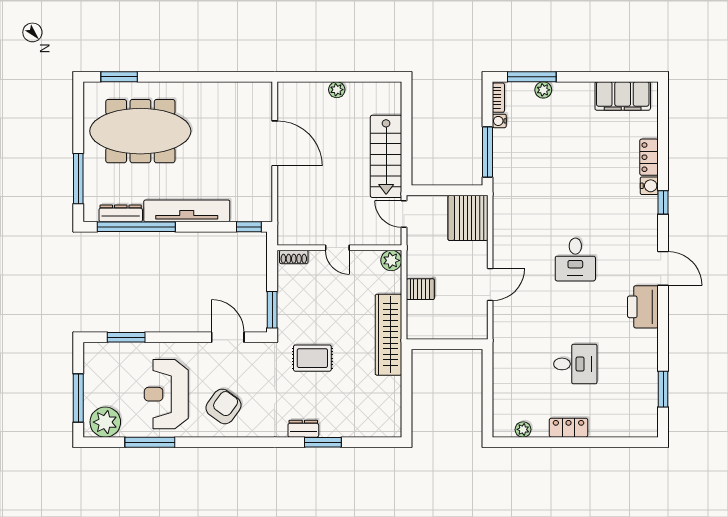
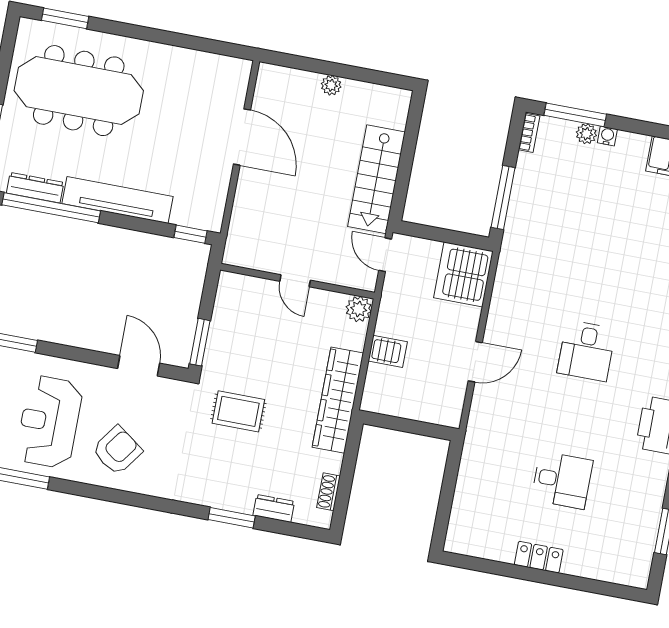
water cooler: (499, 121) -> (607, 136), moved, turned 90
shoe rack: (294, 257) -> (329, 492), moved, turned 90
dresser: (303, 429) -> (274, 508), moved
plant: (523, 429) -> (482, 549), removed

